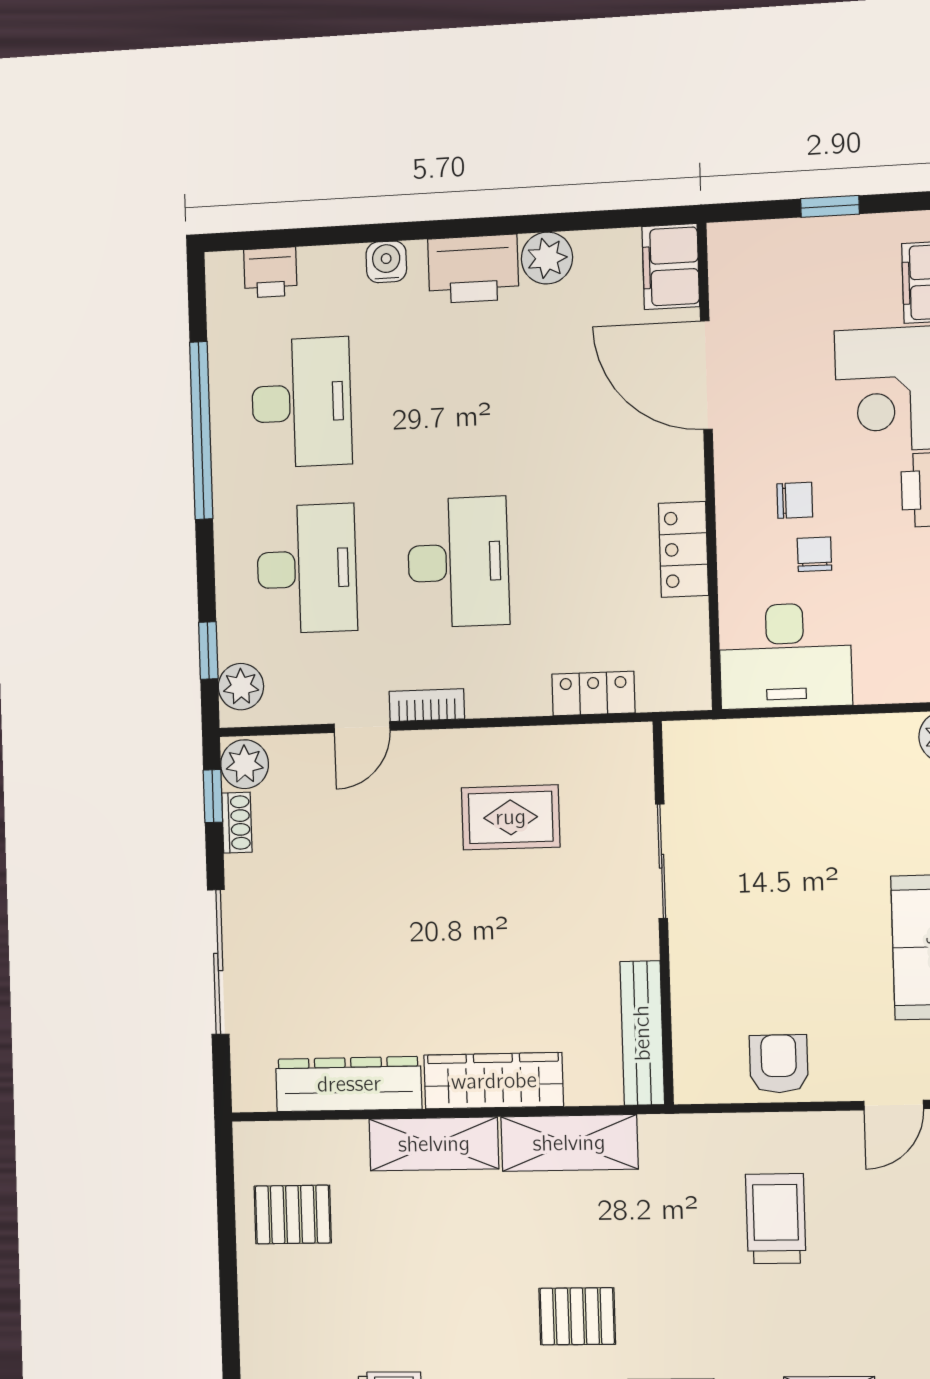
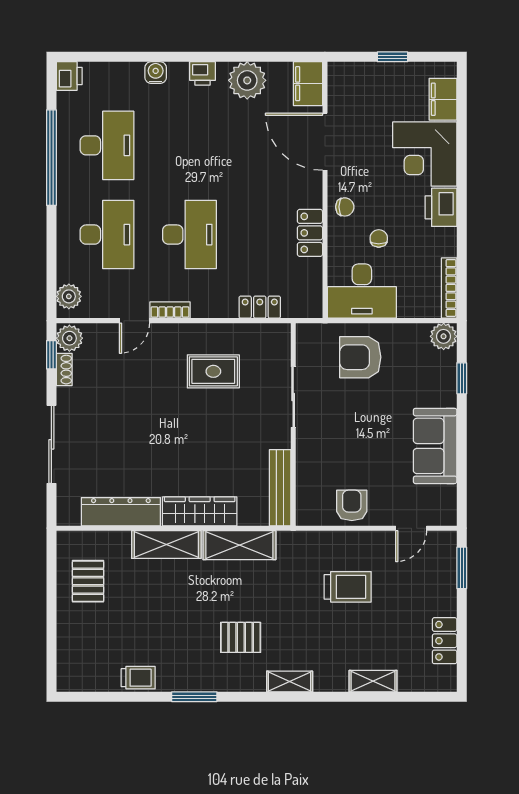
plant: (547, 258) -> (247, 80), width x1.36, depth x1.36
printer: (473, 269) -> (202, 73), width x0.53, depth x0.68
printer: (270, 272) -> (69, 76), moved, turned -90
chair: (795, 500) -> (345, 207), moved
window: (208, 650) -> (51, 276), removed
armchair: (786, 782) -> (360, 357), added
pallet: (293, 1214) -> (88, 581), turned 90
trolley: (776, 1219) -> (348, 587), turned 90

